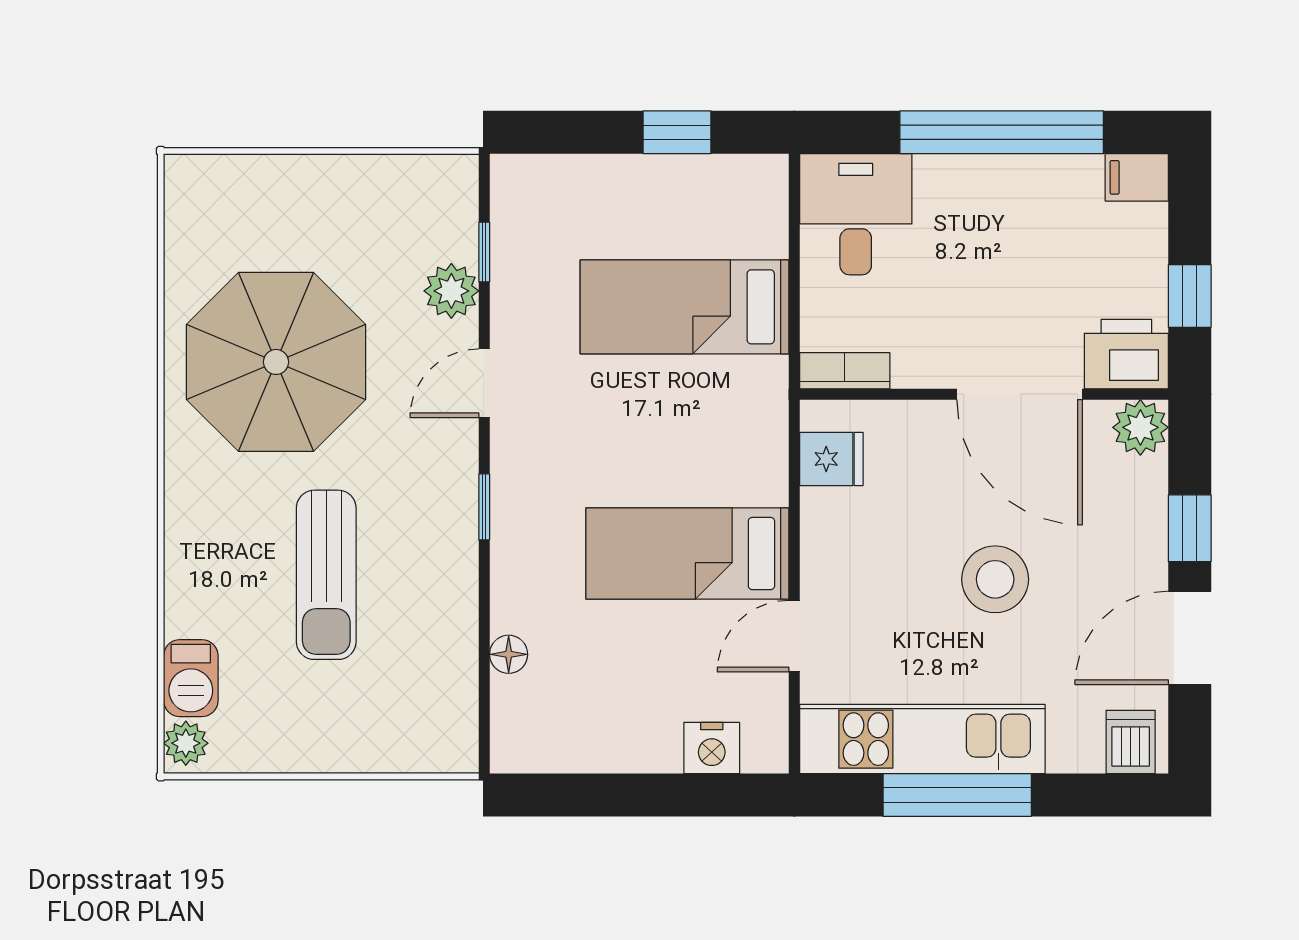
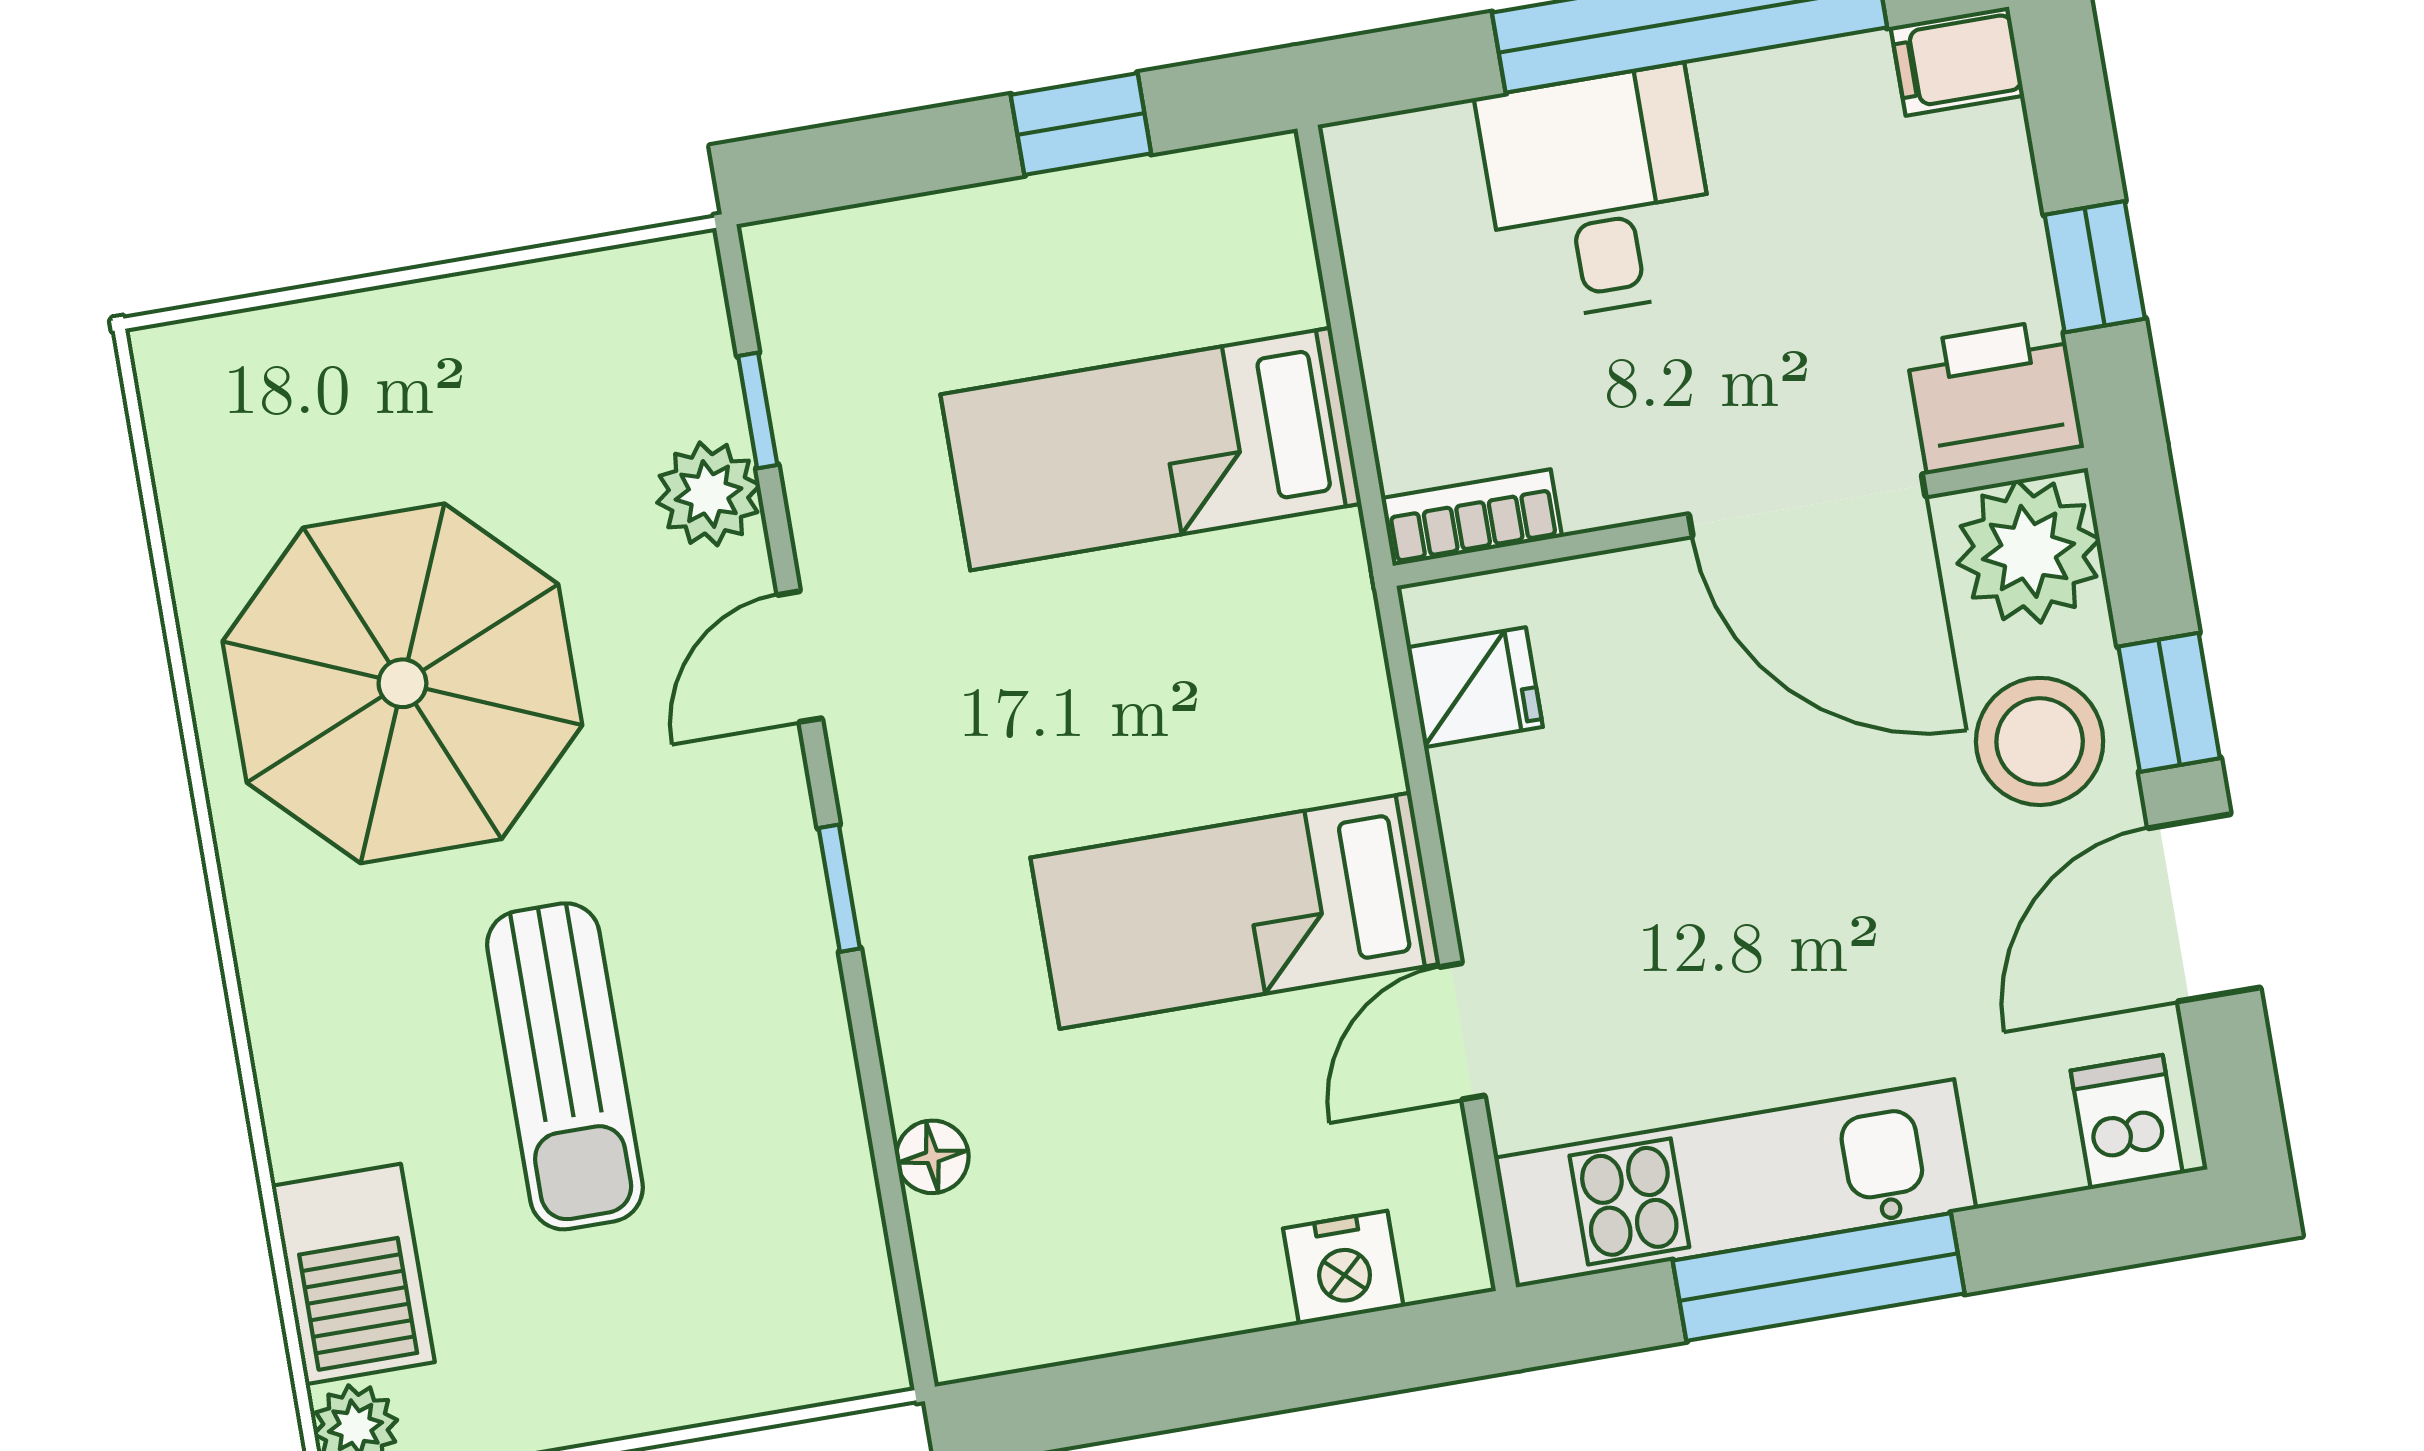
desk: (856, 214) -> (1598, 194), moved
plant: (1140, 427) -> (2029, 551), width x1.36, depth x1.36
stool: (995, 579) -> (2040, 741), moved
barbecue: (191, 678) -> (353, 1274), width x1.38, depth x1.27

